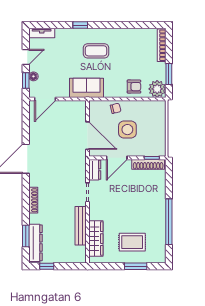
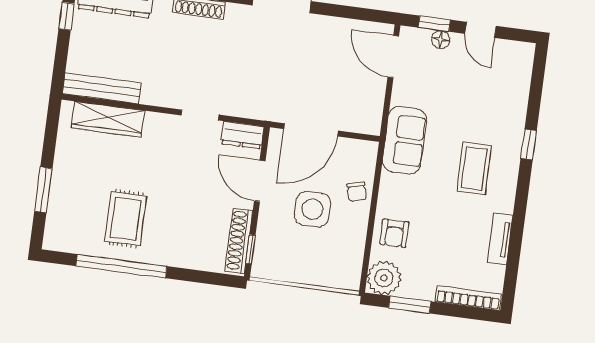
tv unit: (42, 33) -> (500, 239), moved
bench: (81, 226) -> (102, 88), moved
rug: (132, 242) -> (126, 219), moved

